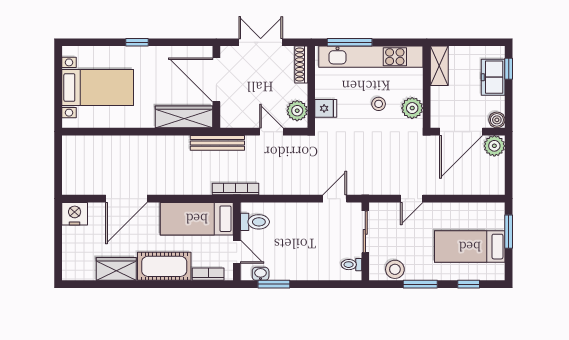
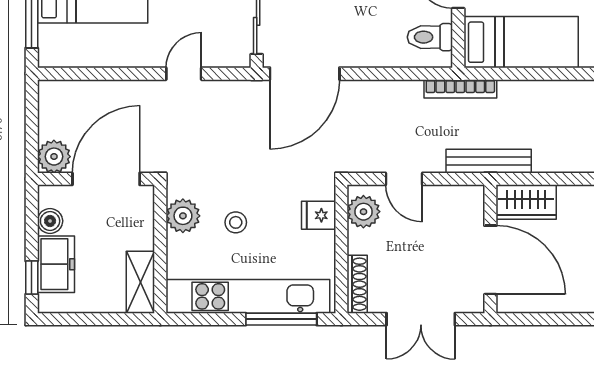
wardrobe: (184, 117) -> (526, 202), width x0.67
boiler: (497, 120) -> (50, 221), moved
door: (335, 199) -> (305, 74), width x1.87

